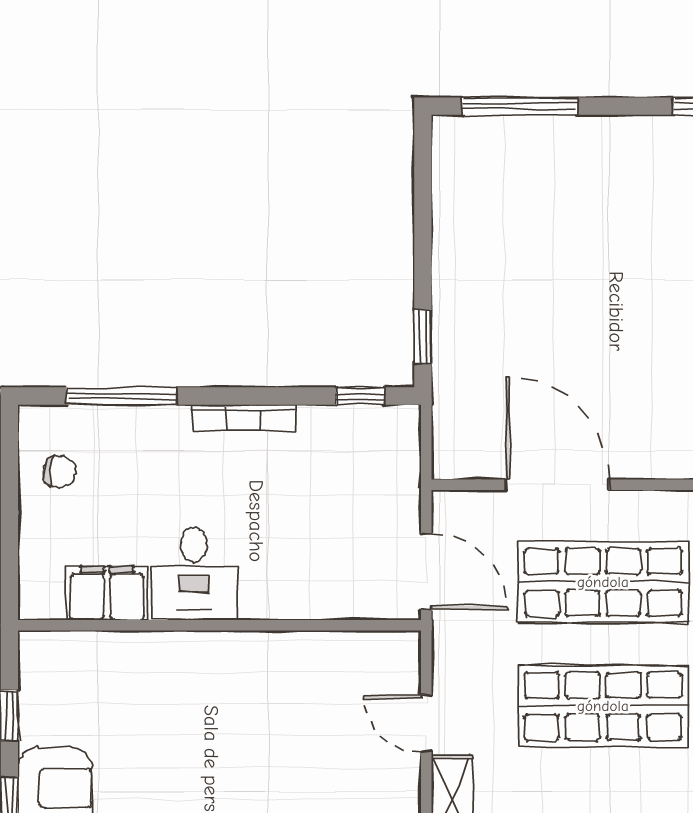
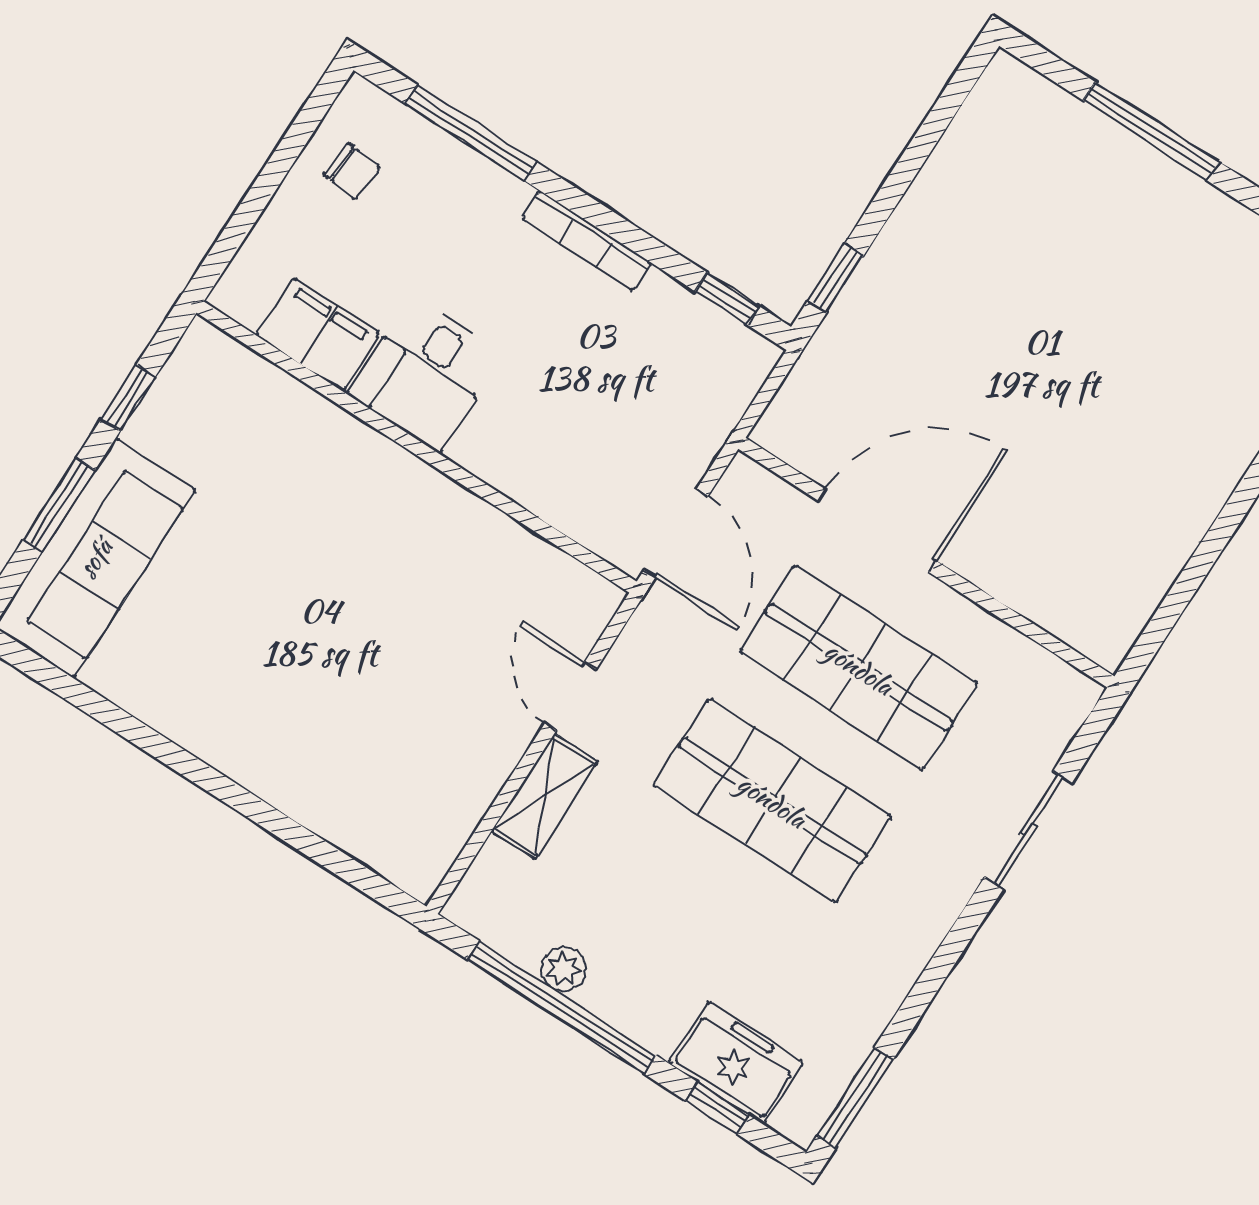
window: (520, 106) -> (1151, 131), moved
door: (557, 485) -> (877, 531), hinge flipped

